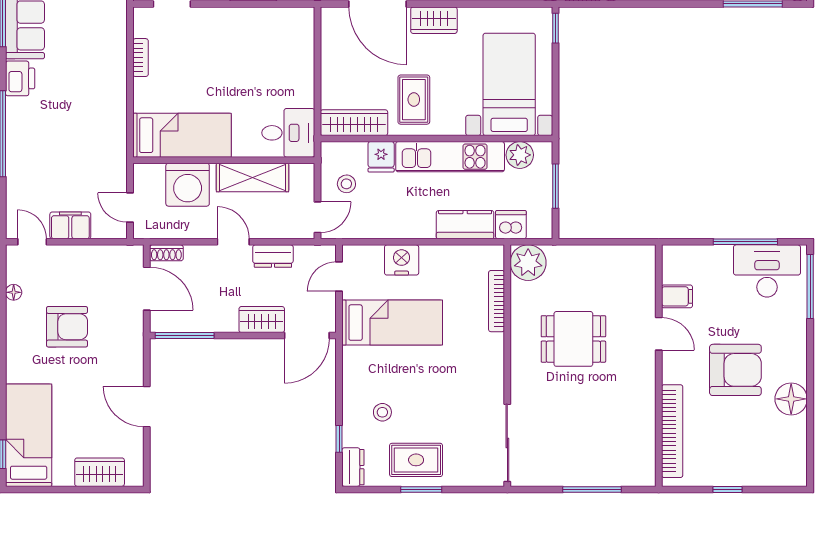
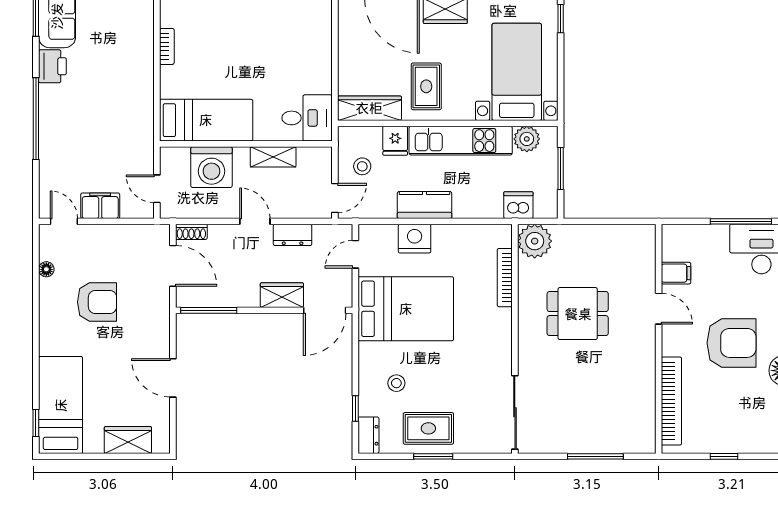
shelving: (253, 177) -> (273, 157), width x0.67, depth x0.75
kitchen counter: (465, 225) -> (425, 205), moved
bed: (392, 323) -> (406, 309), width x1.50

